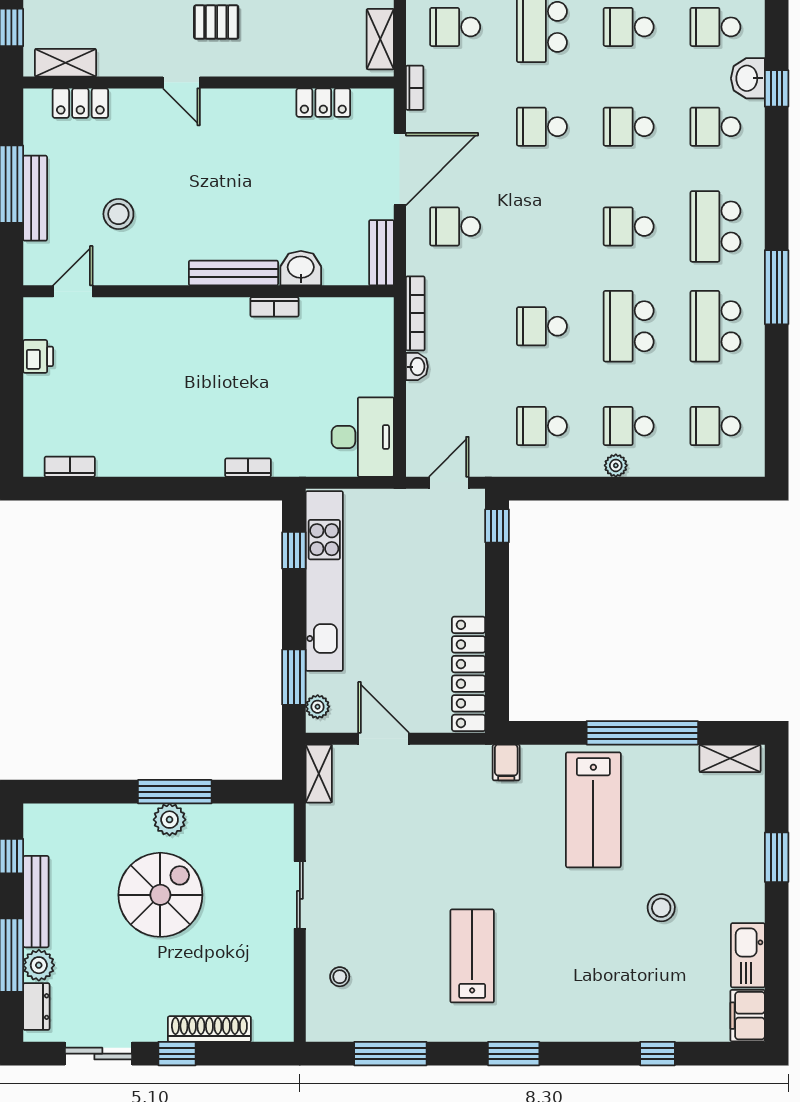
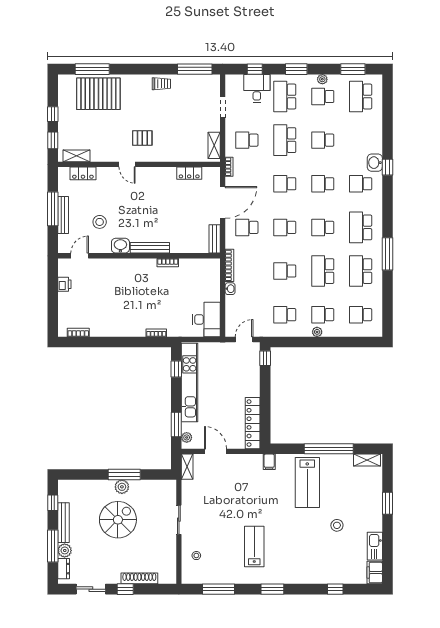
school desk: (715, 27) -> (285, 227), moved
washbasin: (301, 268) -> (120, 246), moved

